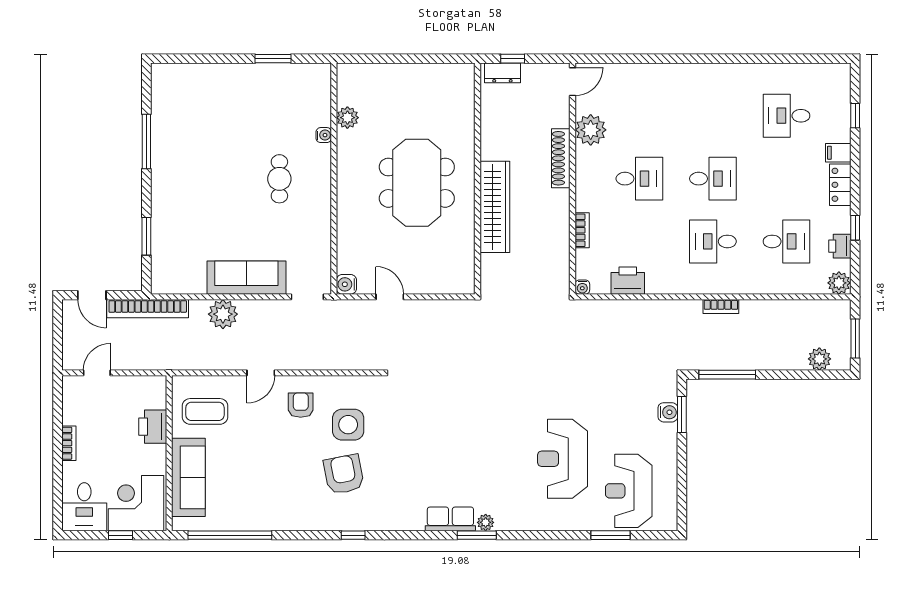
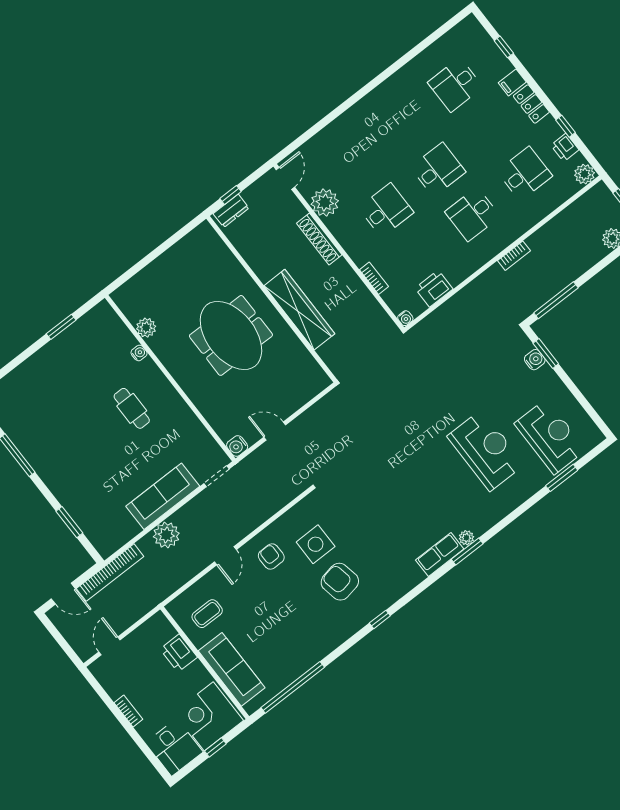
coffee table: (205, 411) -> (207, 614), width x0.73, depth x0.77
reception desk: (562, 459) -> (486, 450), turned 180
reception desk: (629, 491) -> (550, 437), turned 180

